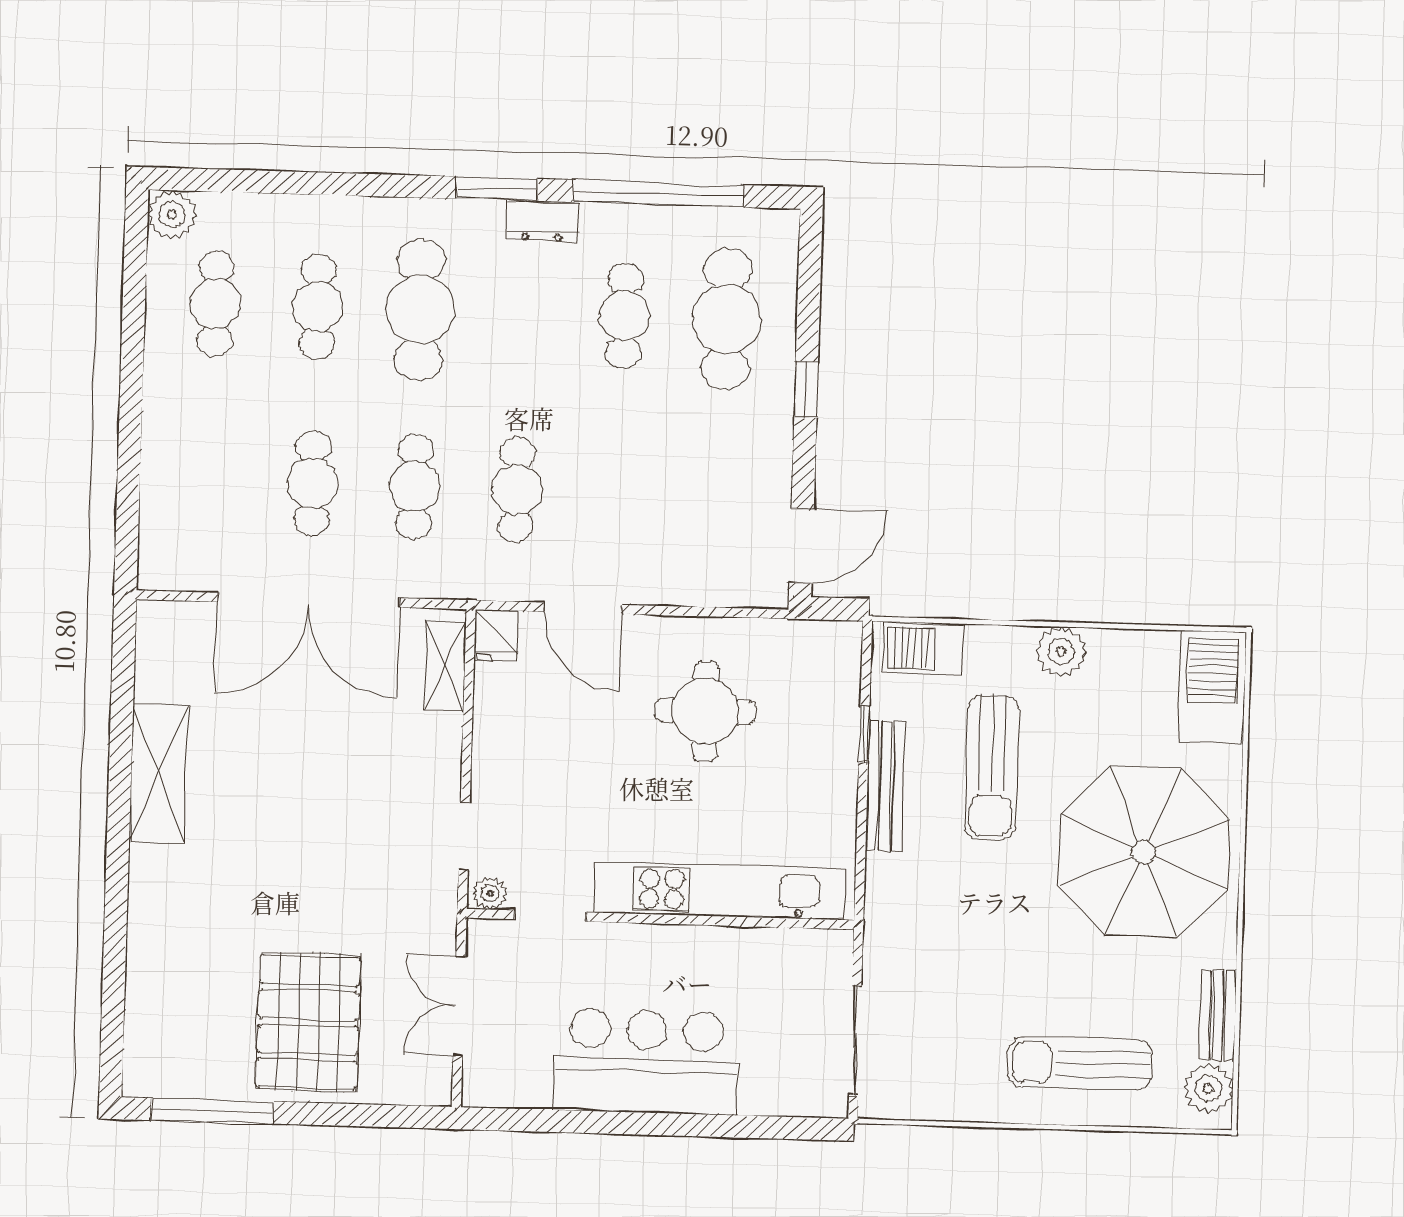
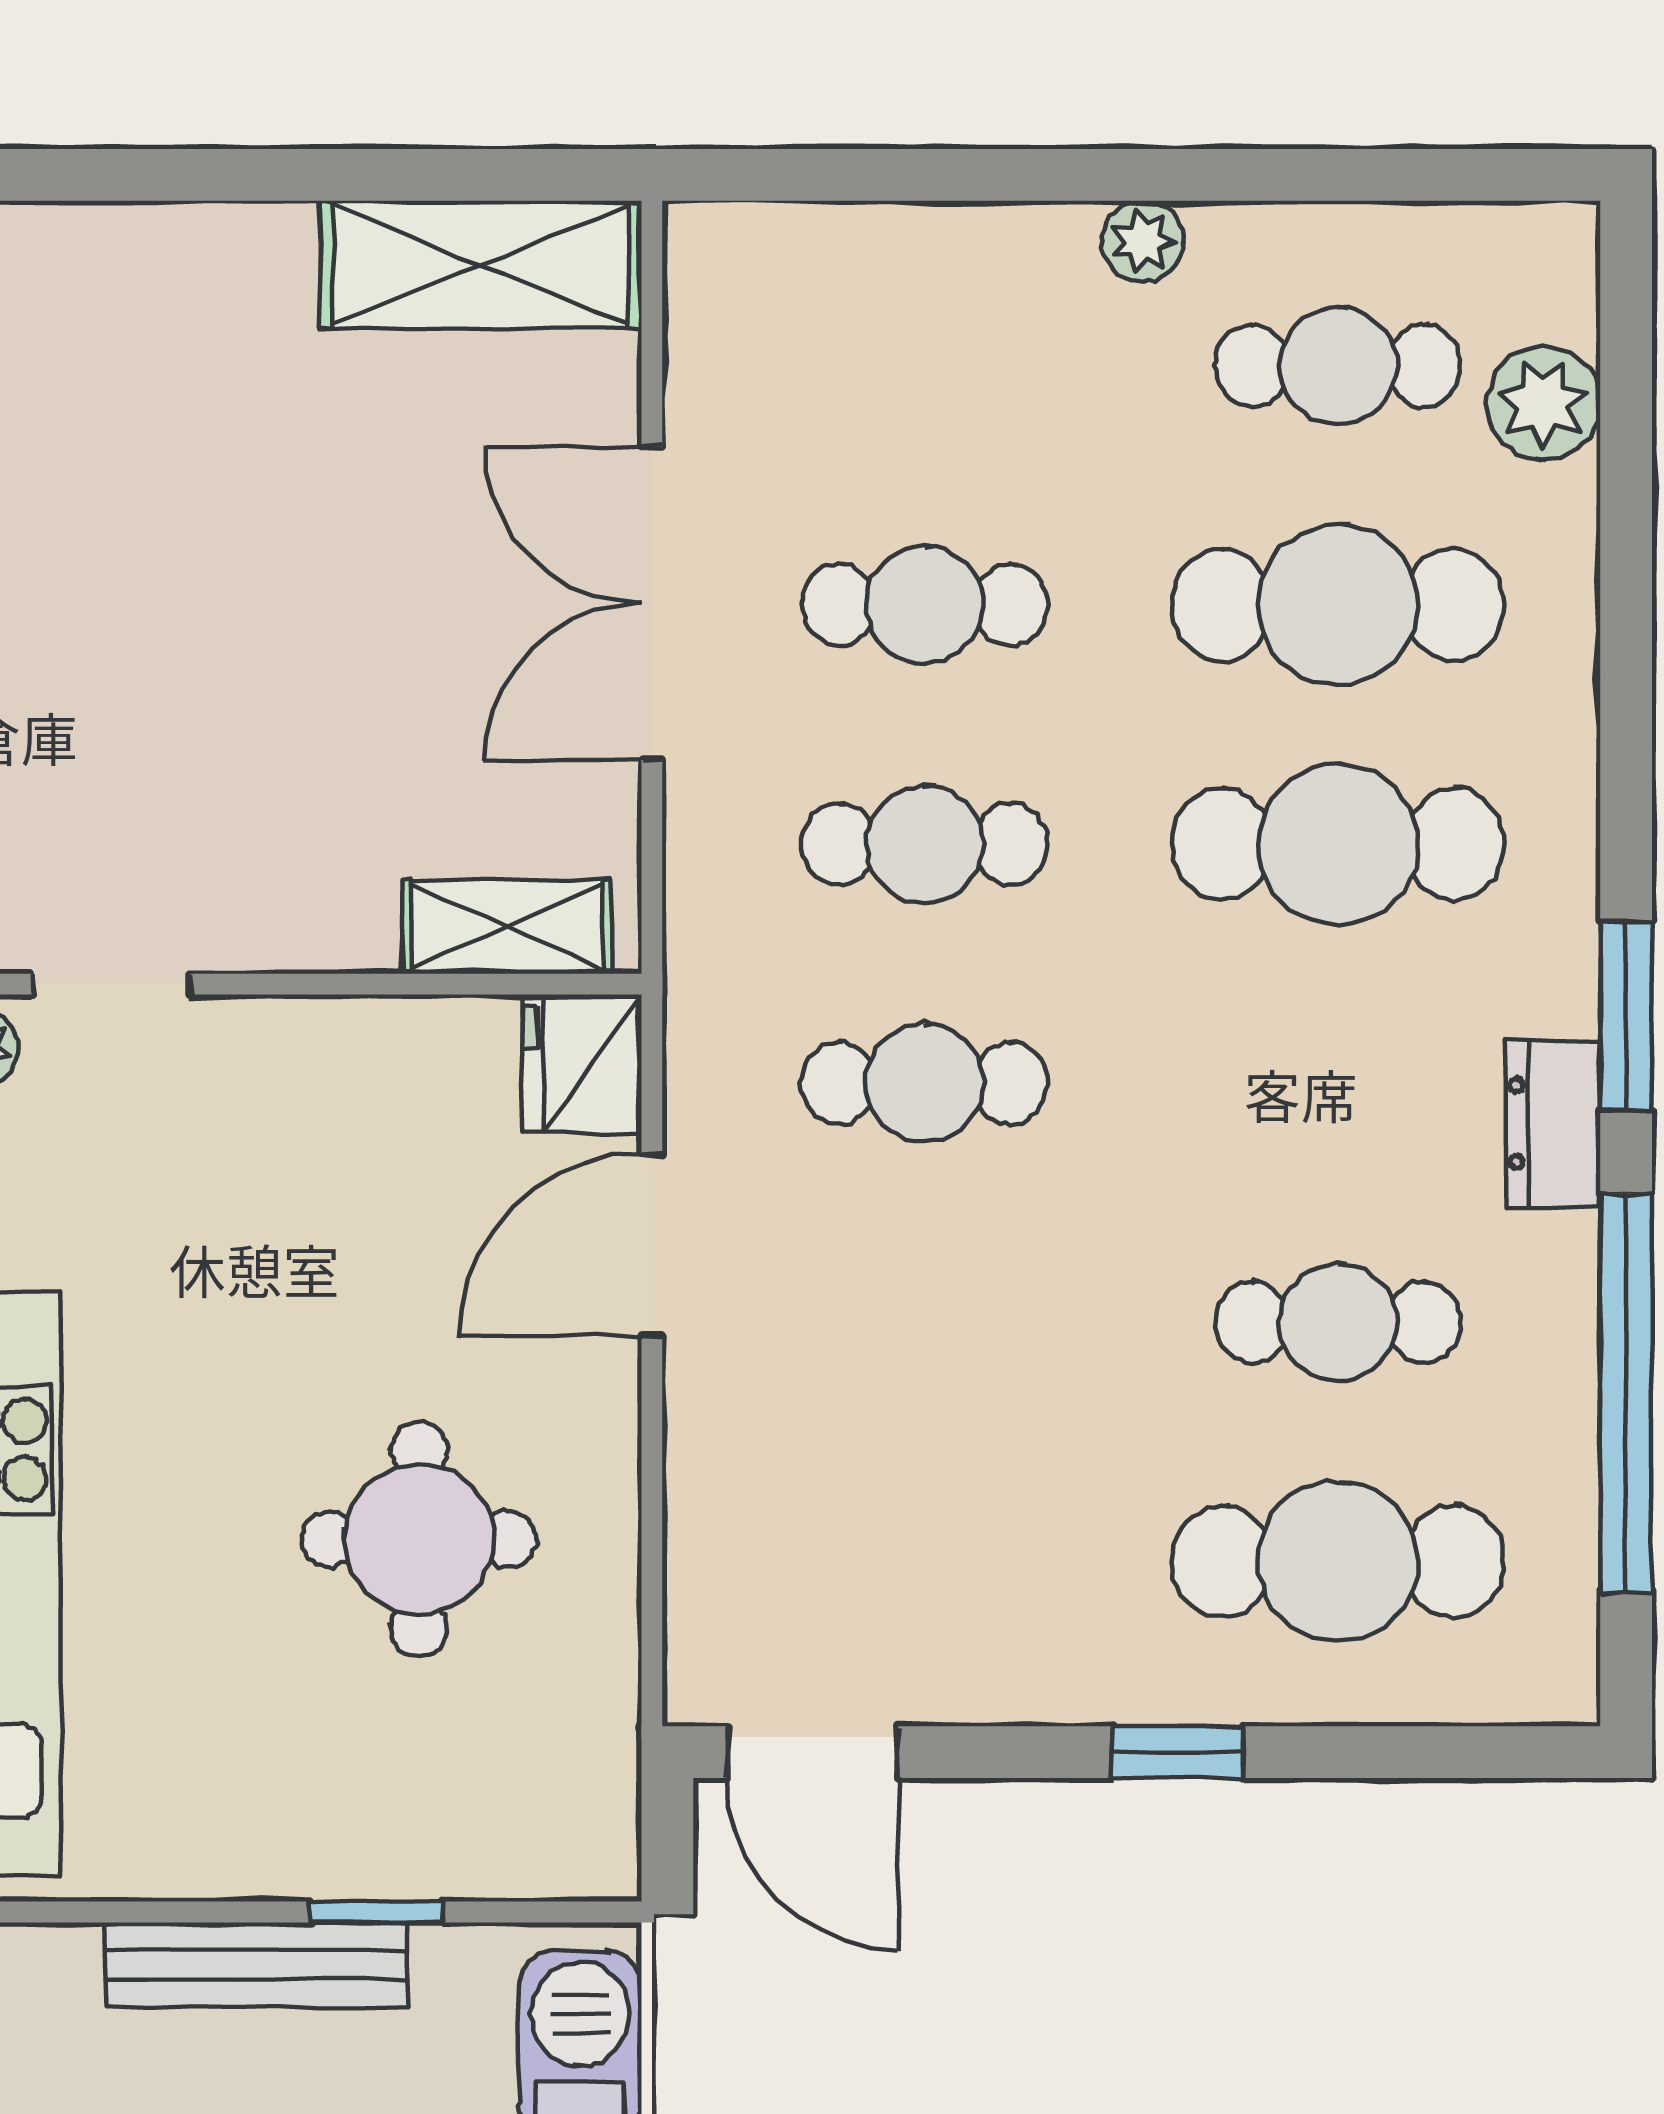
plant: (172, 214) -> (1543, 403), moved
cafe table: (318, 307) -> (1338, 605), width x1.37, depth x1.35
plant: (160, 386) -> (1143, 241), added
double door: (308, 600) -> (652, 603), width x0.73
fridge: (496, 635) -> (582, 1064), width x1.38
shelving: (159, 773) -> (481, 265), moved

